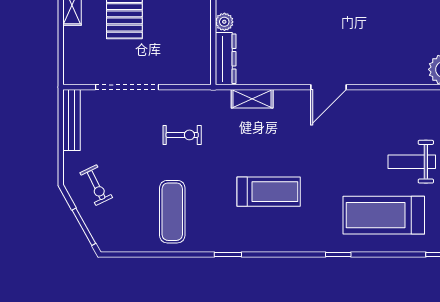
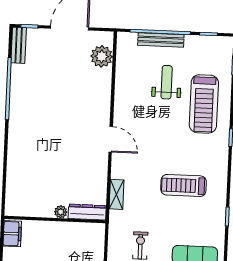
weight bench: (412, 162) -> (167, 82), turned 180
treadmill: (269, 192) -> (184, 185), turned -90

